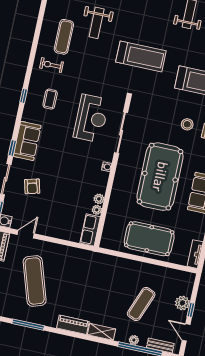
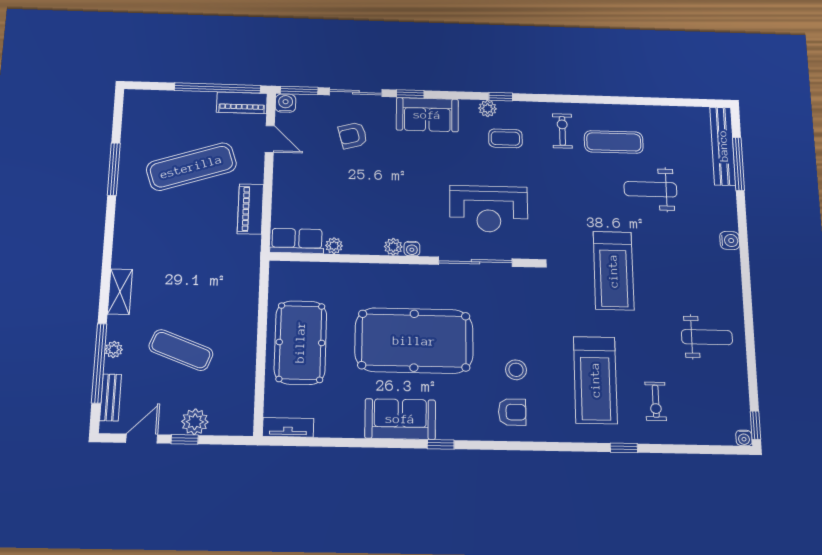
plant: (30, 105) -> (488, 109), added
plant: (99, 199) -> (393, 247), moved
piano: (73, 325) -> (250, 209), moved, turned 180

